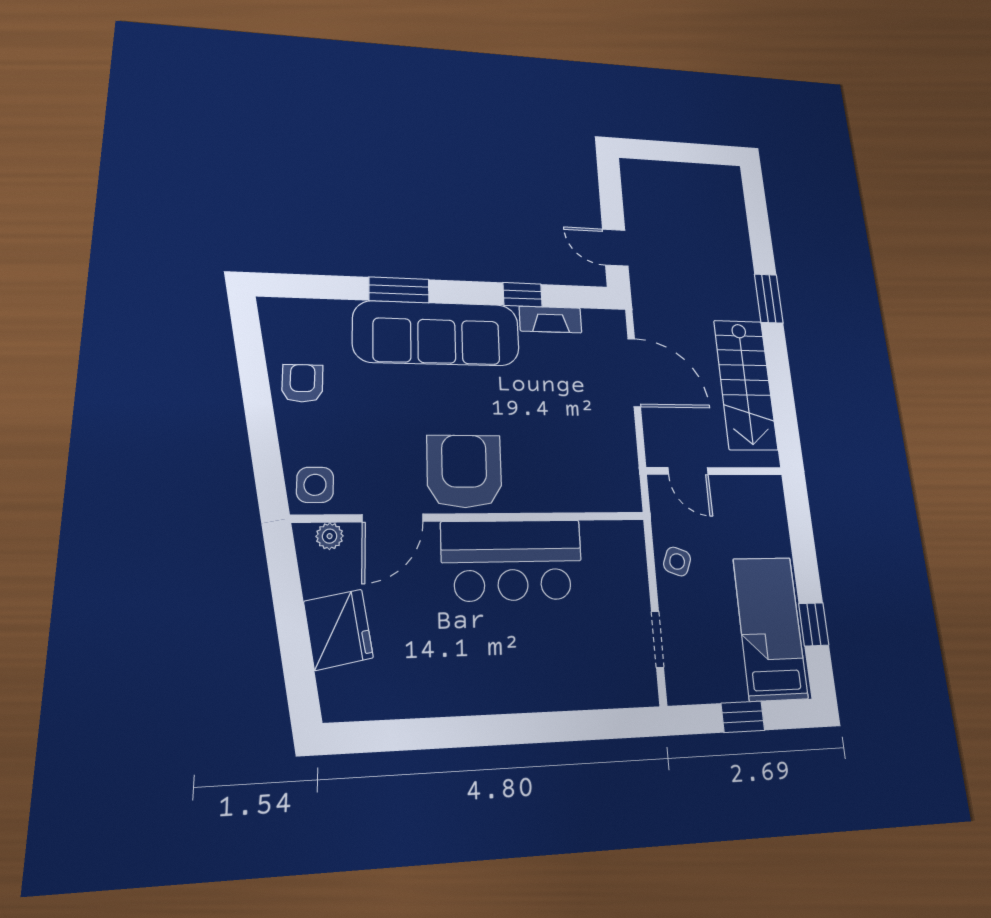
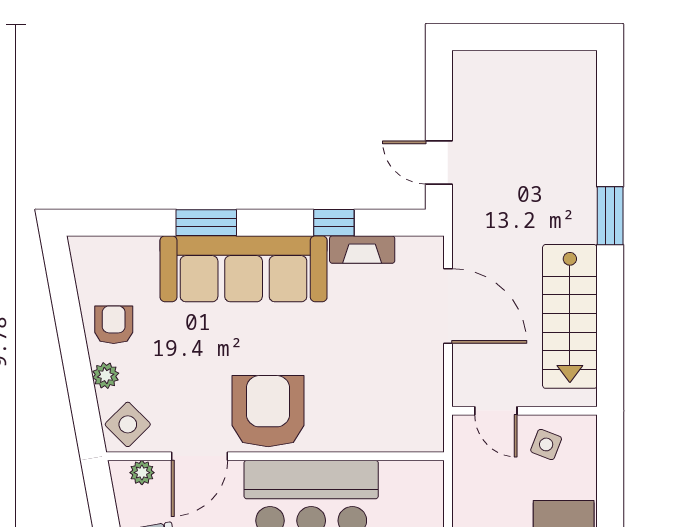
plant: (292, 434) -> (106, 376), added
side table: (315, 485) -> (128, 424), turned 45
side table: (677, 561) -> (546, 444), moved

